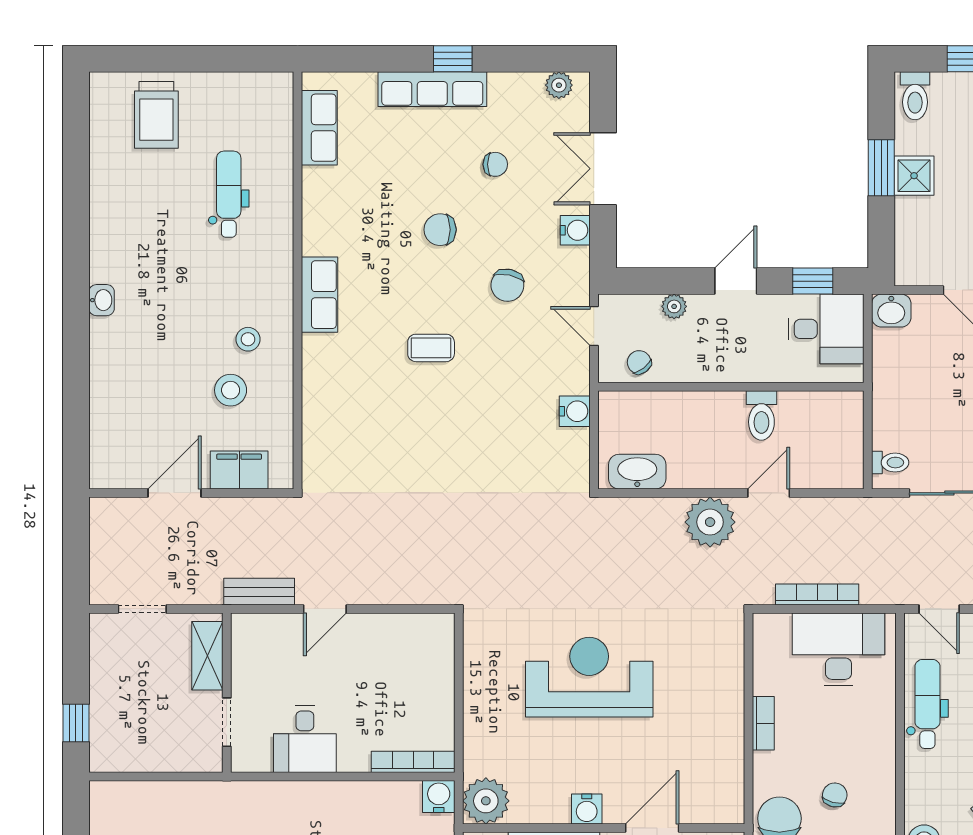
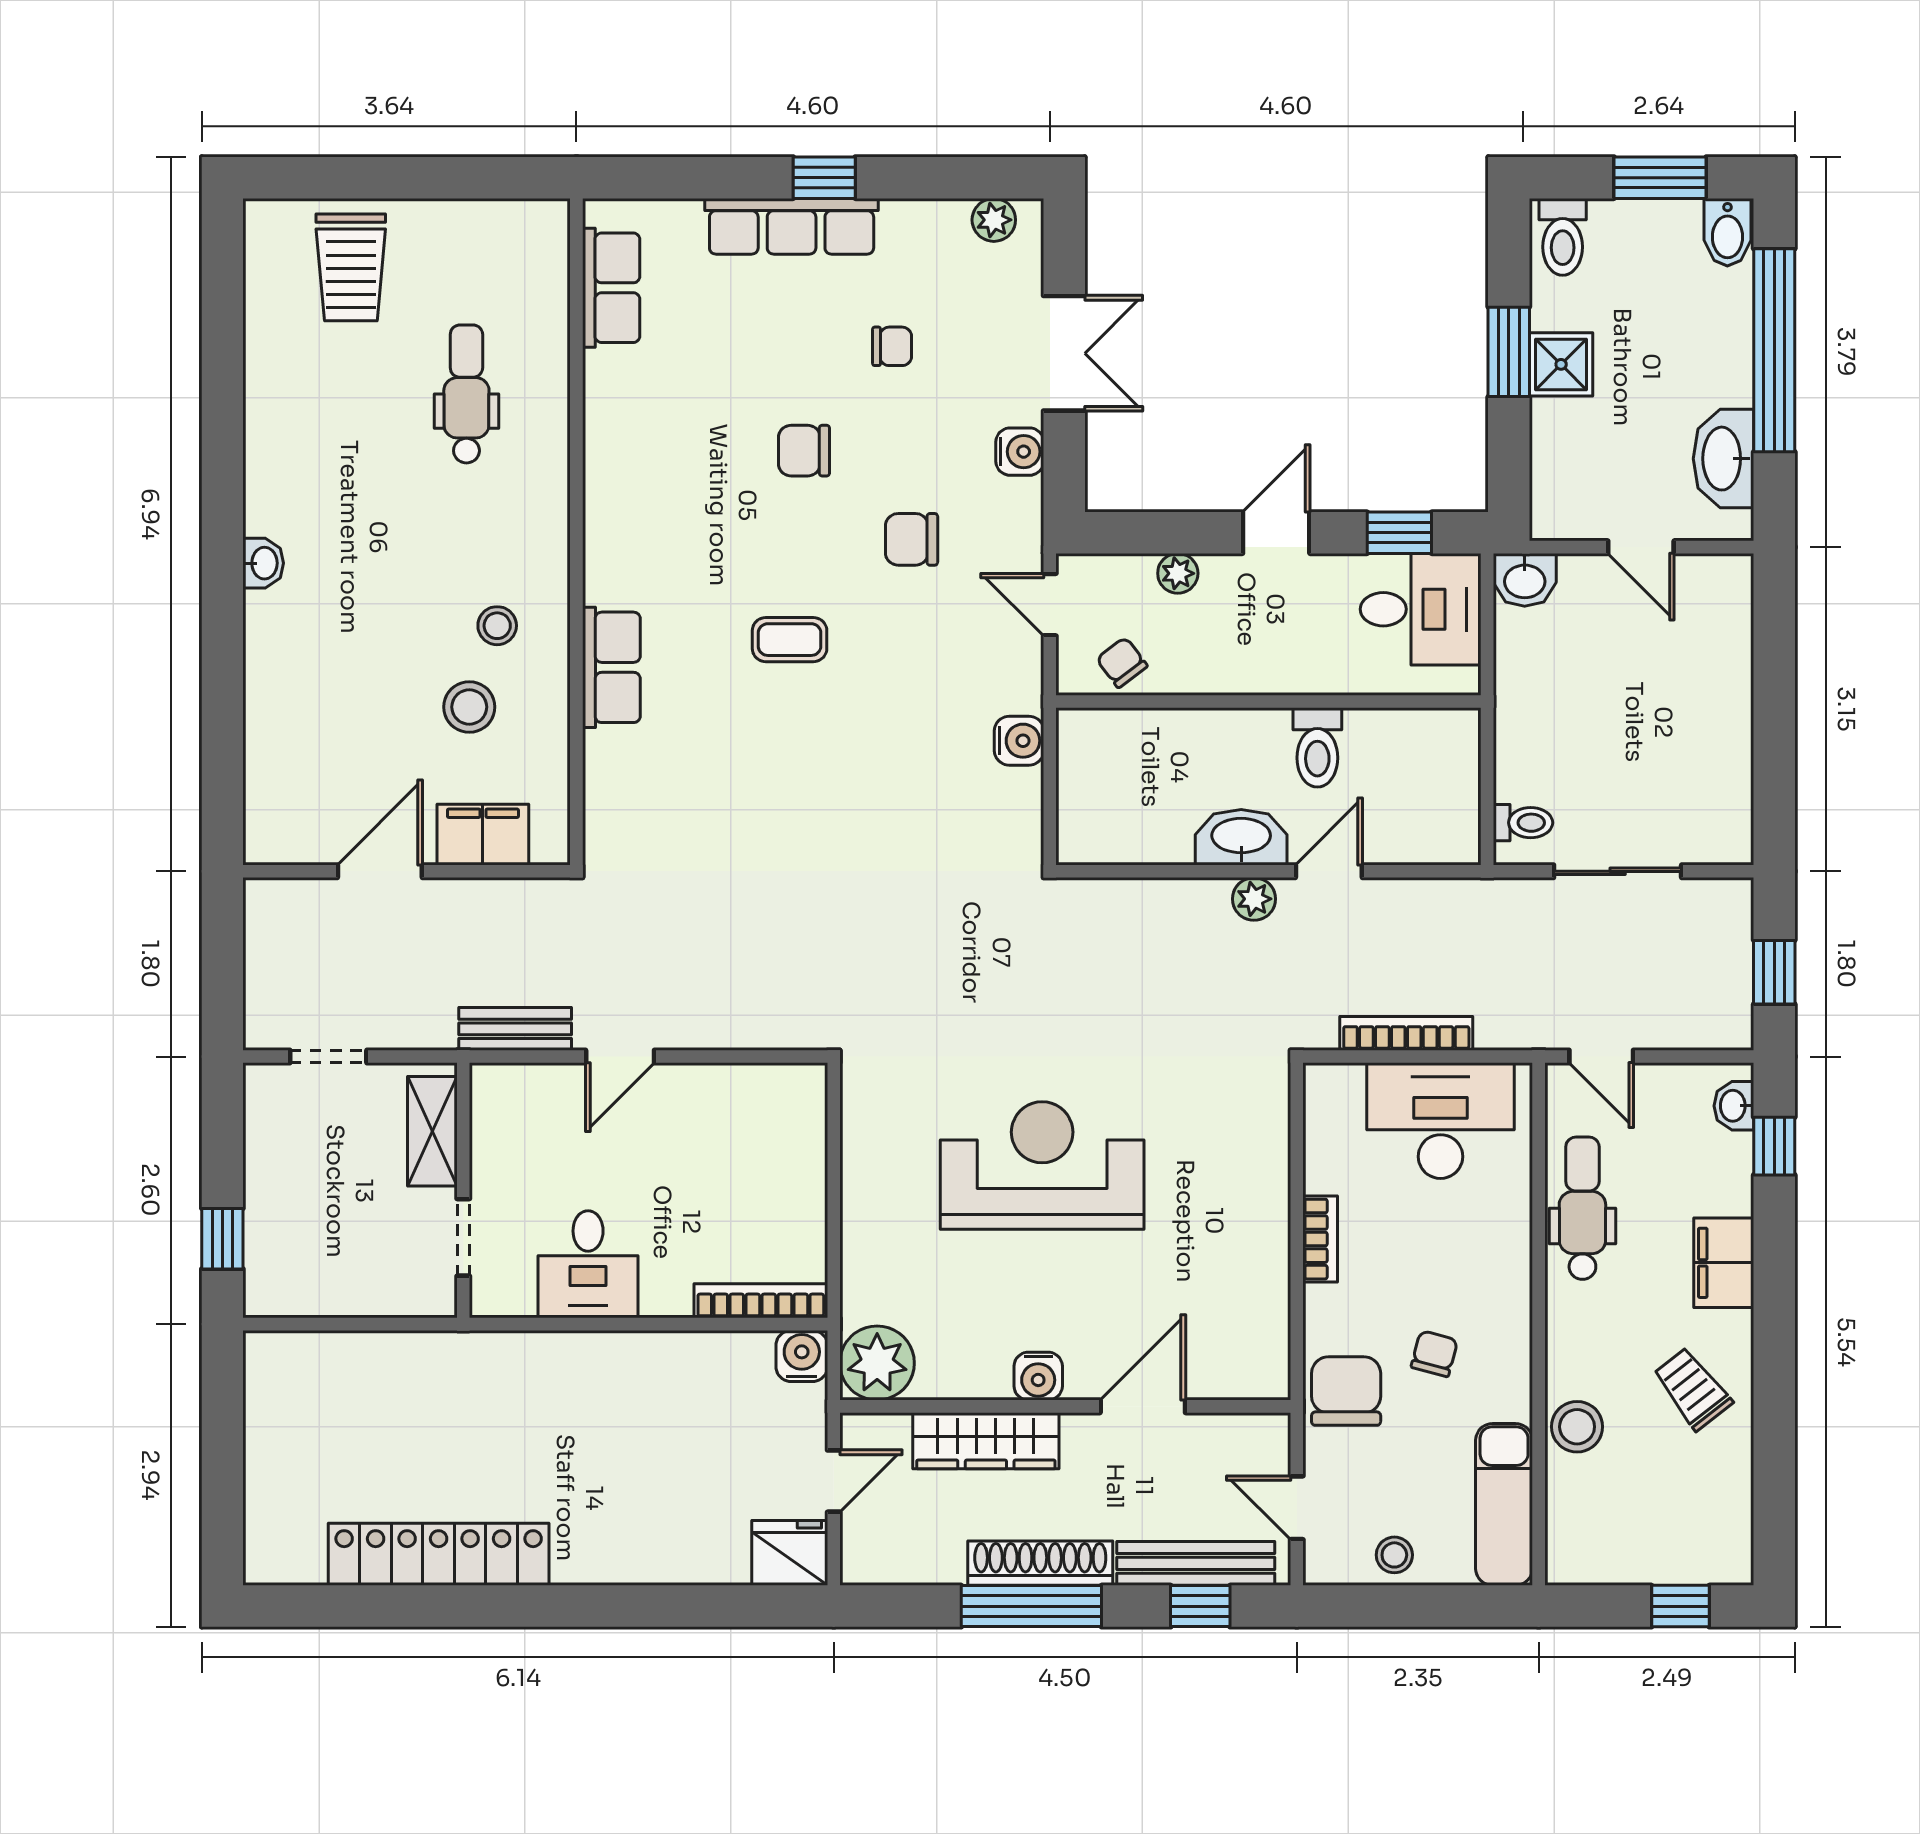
double door: (603, 169) -> (1064, 353), swing flipped
chair: (507, 285) -> (912, 539), turned 78
row of seats: (320, 295) -> (611, 667), moved
washbasin: (637, 472) -> (1241, 837), moved
plant: (710, 522) -> (1254, 899), width x0.53, depth x0.53

